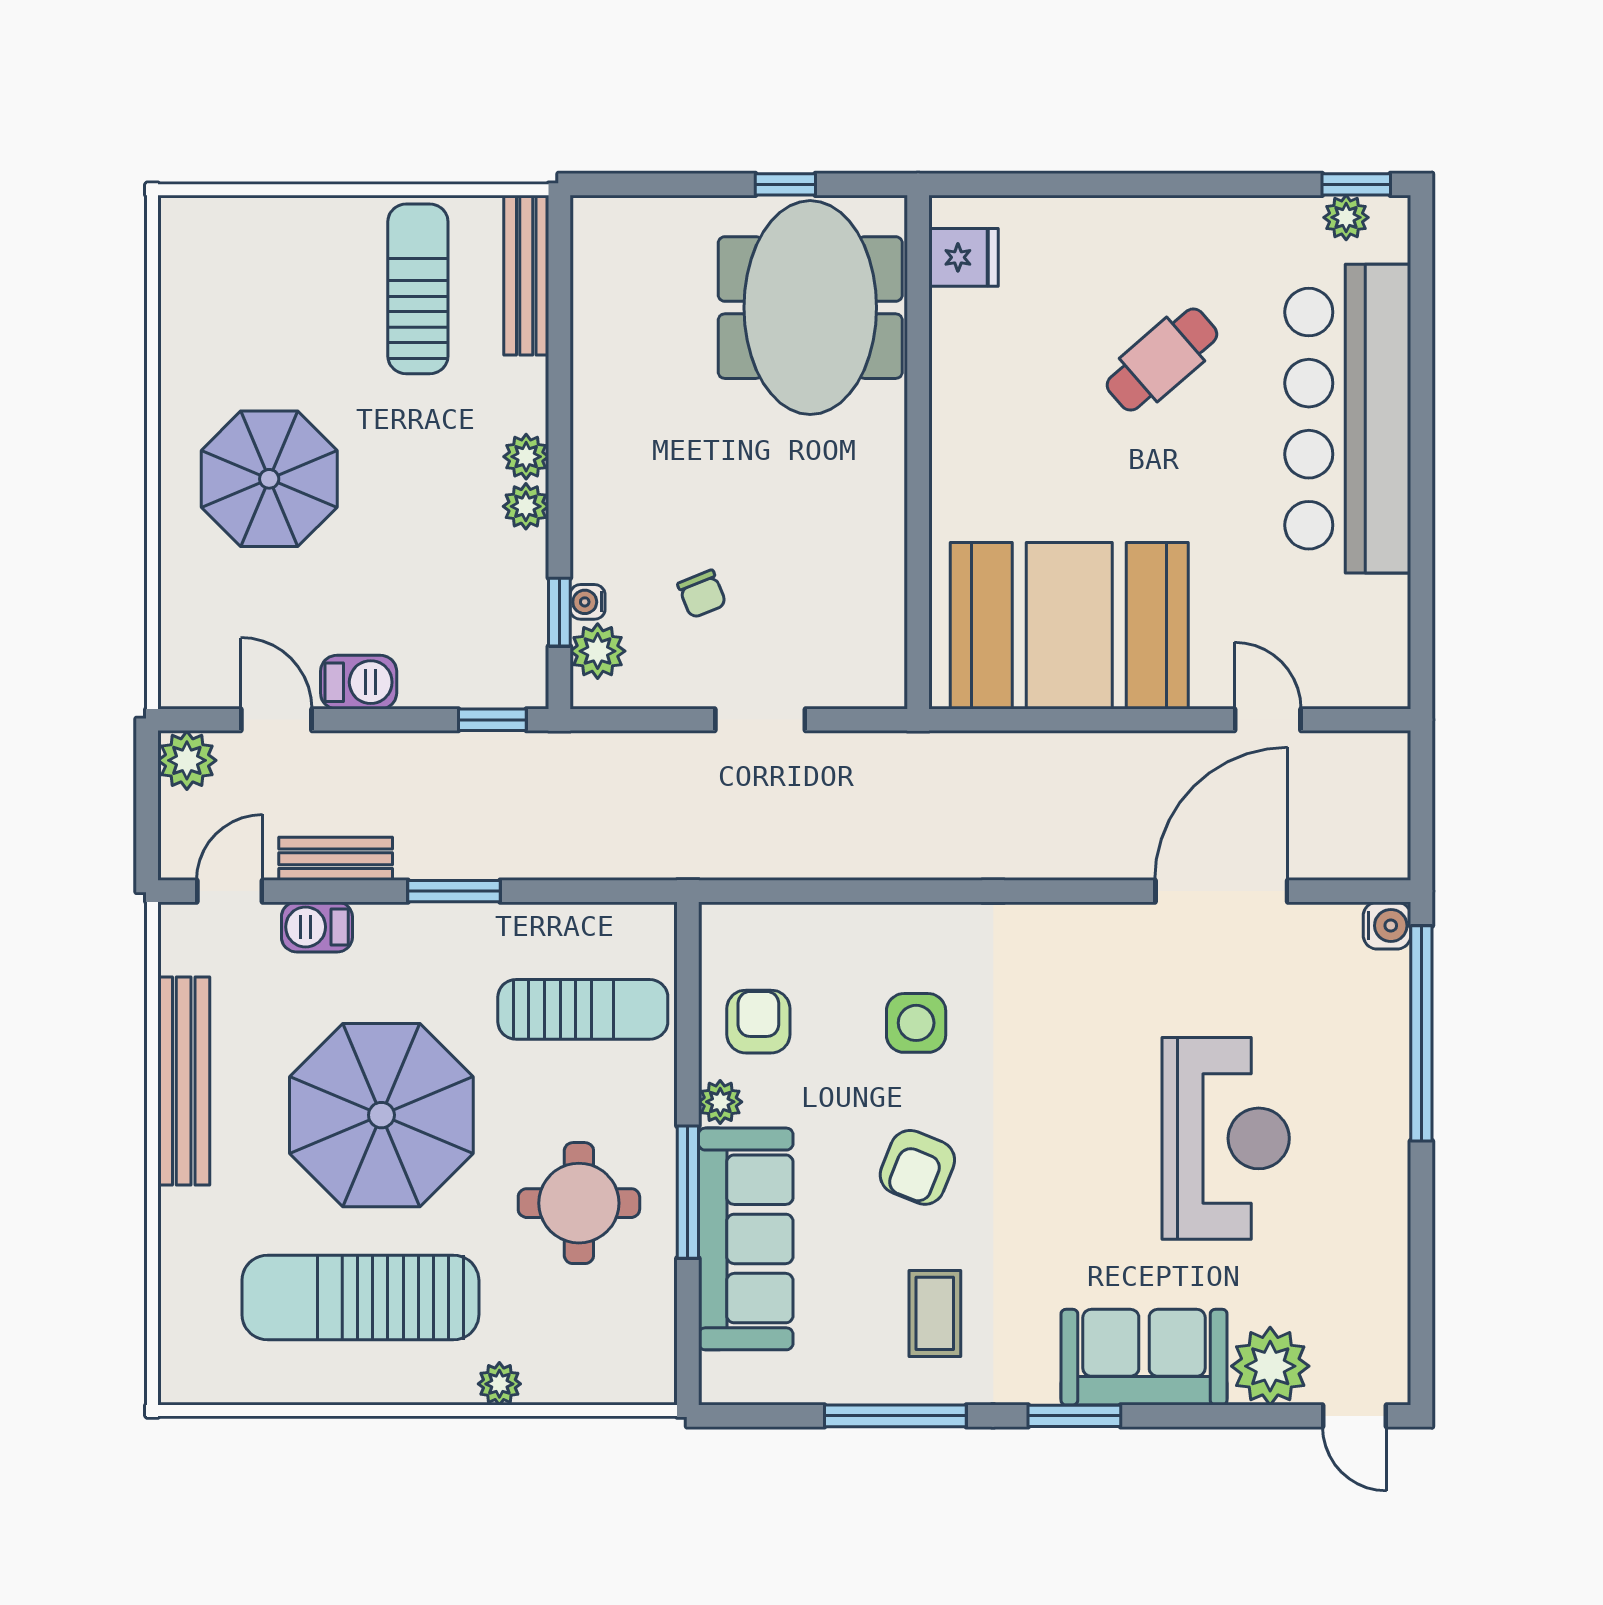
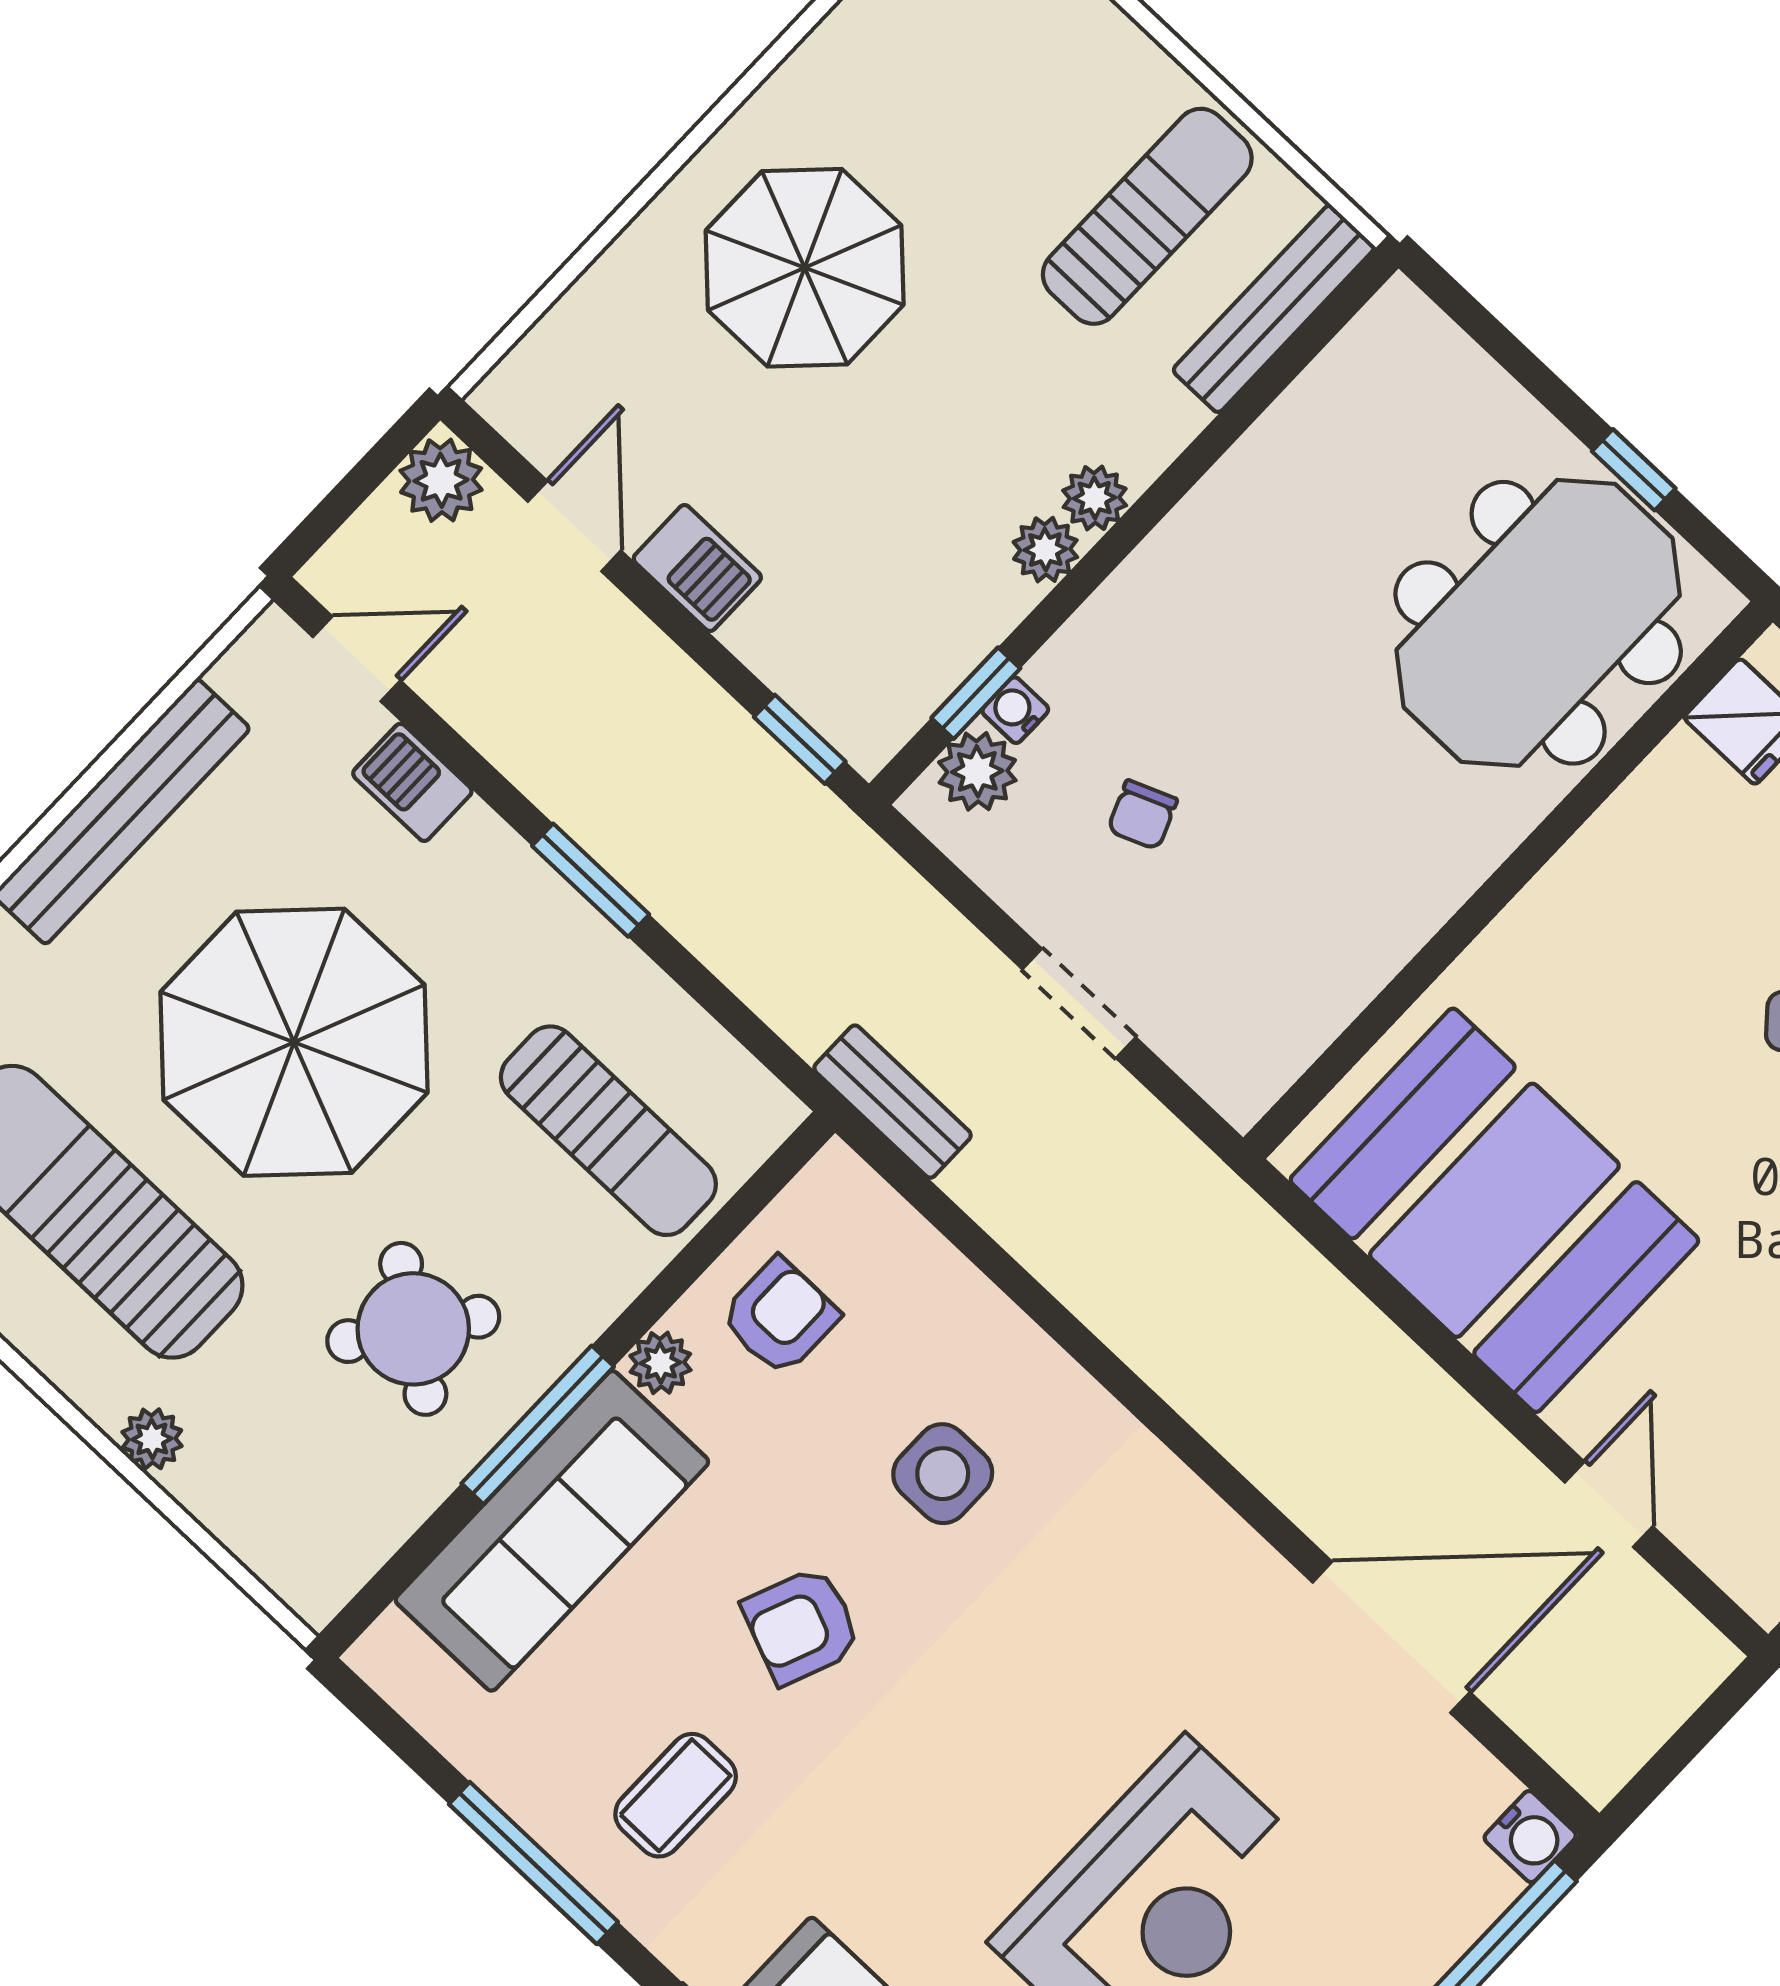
bench: (336, 859) -> (893, 1102), moved
round table: (579, 1203) -> (413, 1329), turned 36

